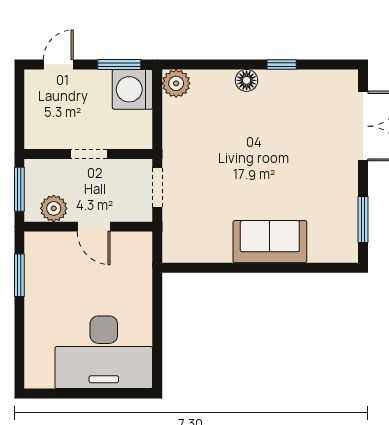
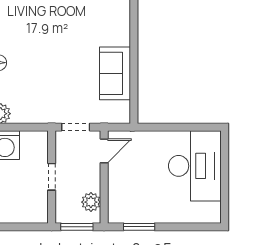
door: (94, 227) -> (104, 151), moved
sofa: (270, 242) -> (115, 73), moved

